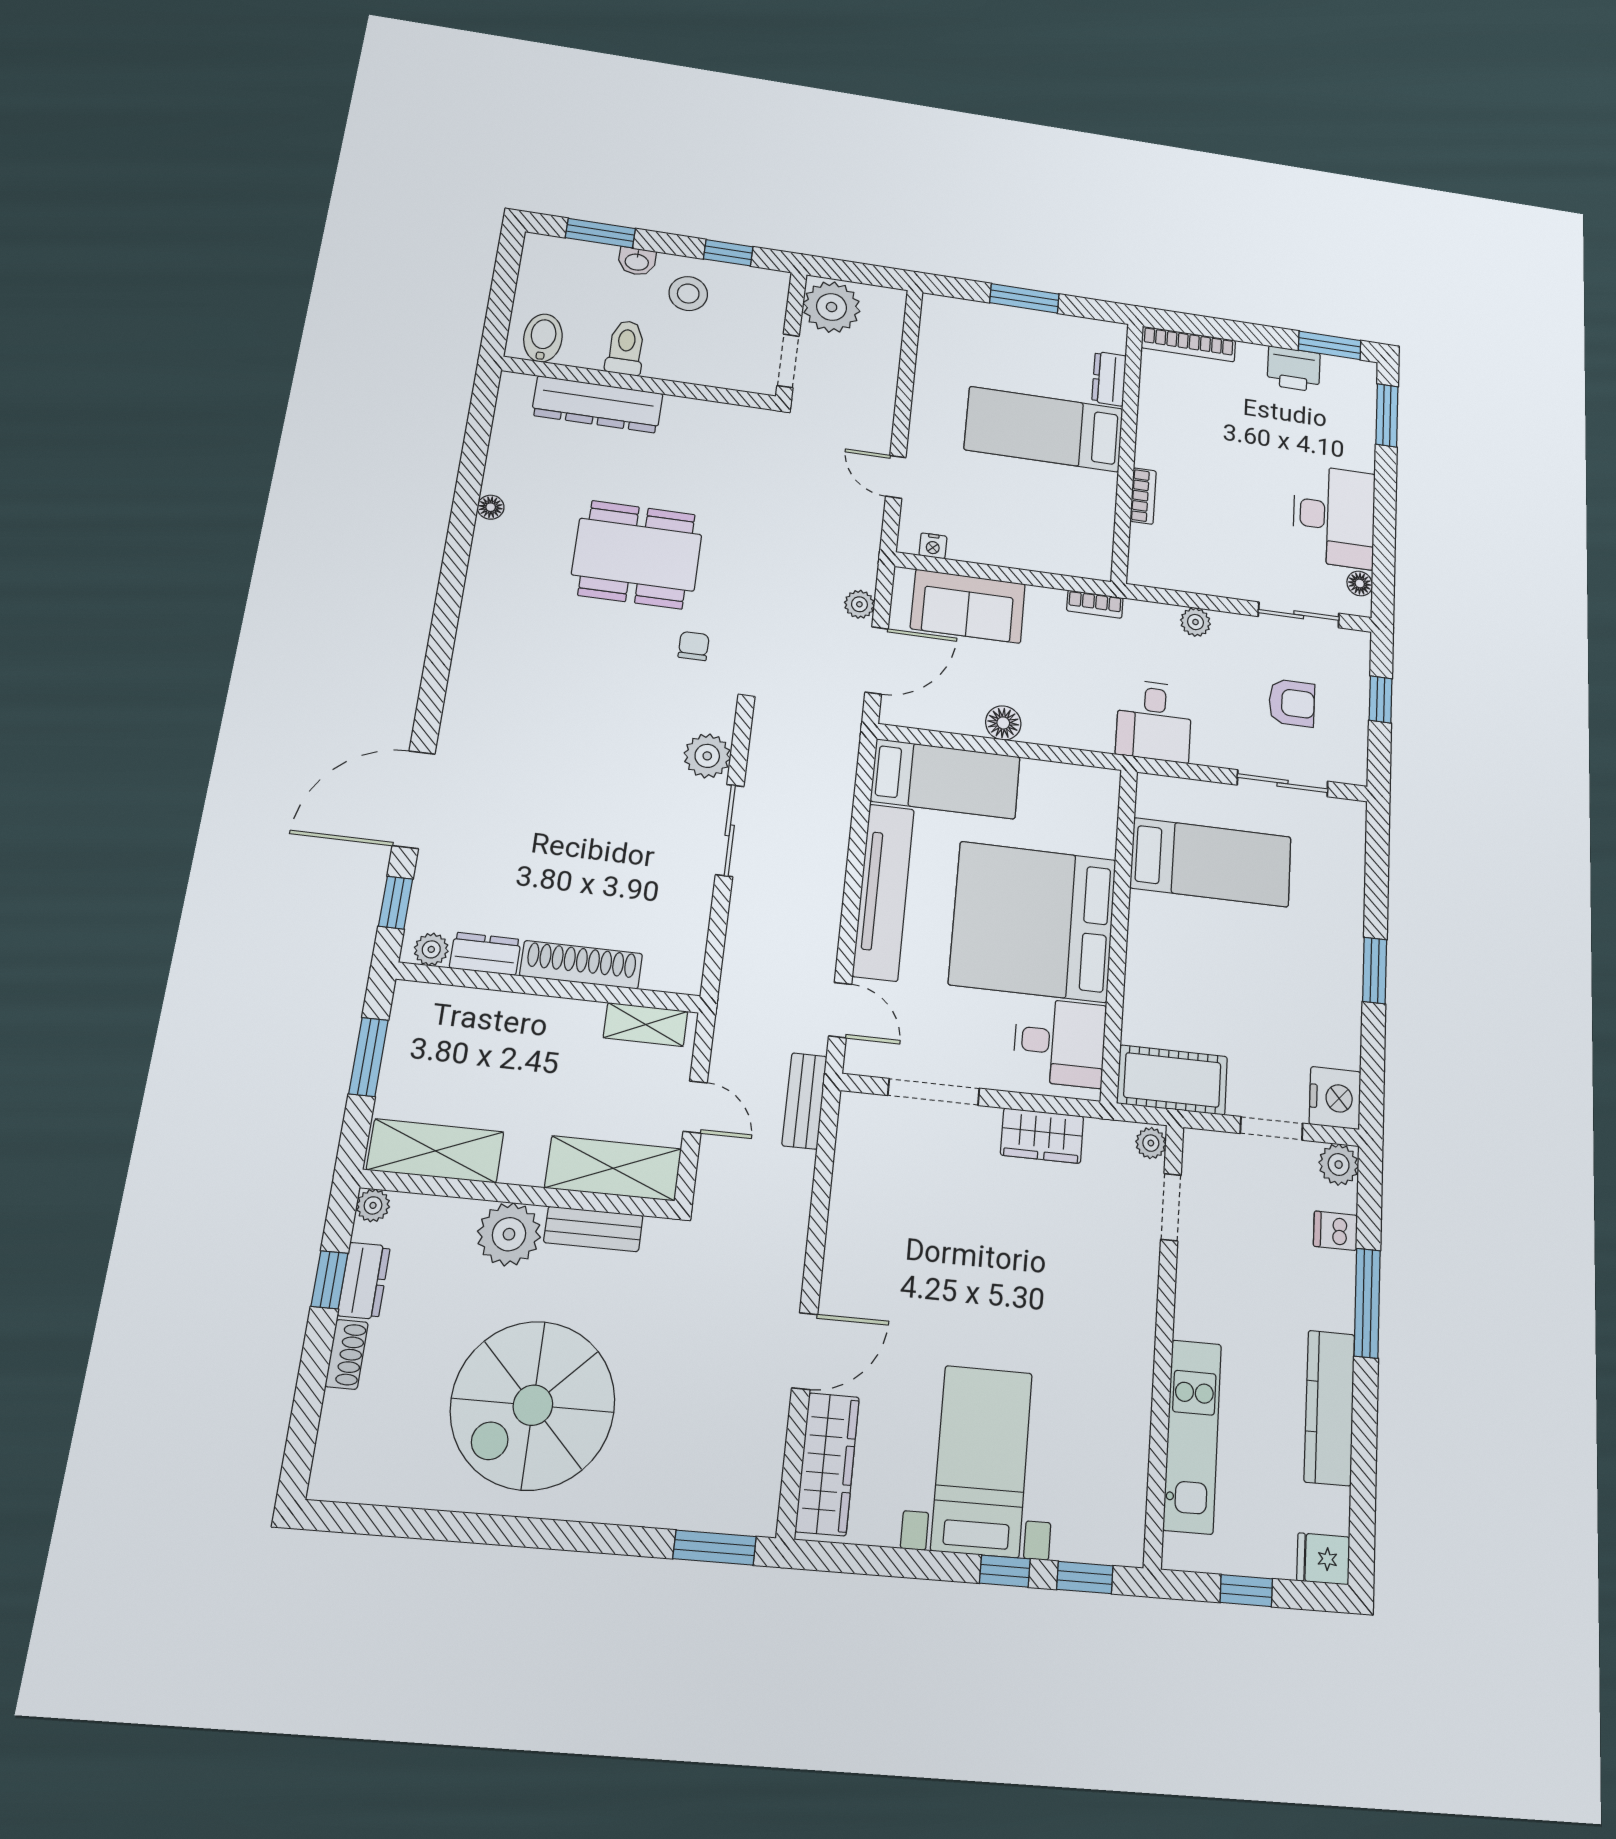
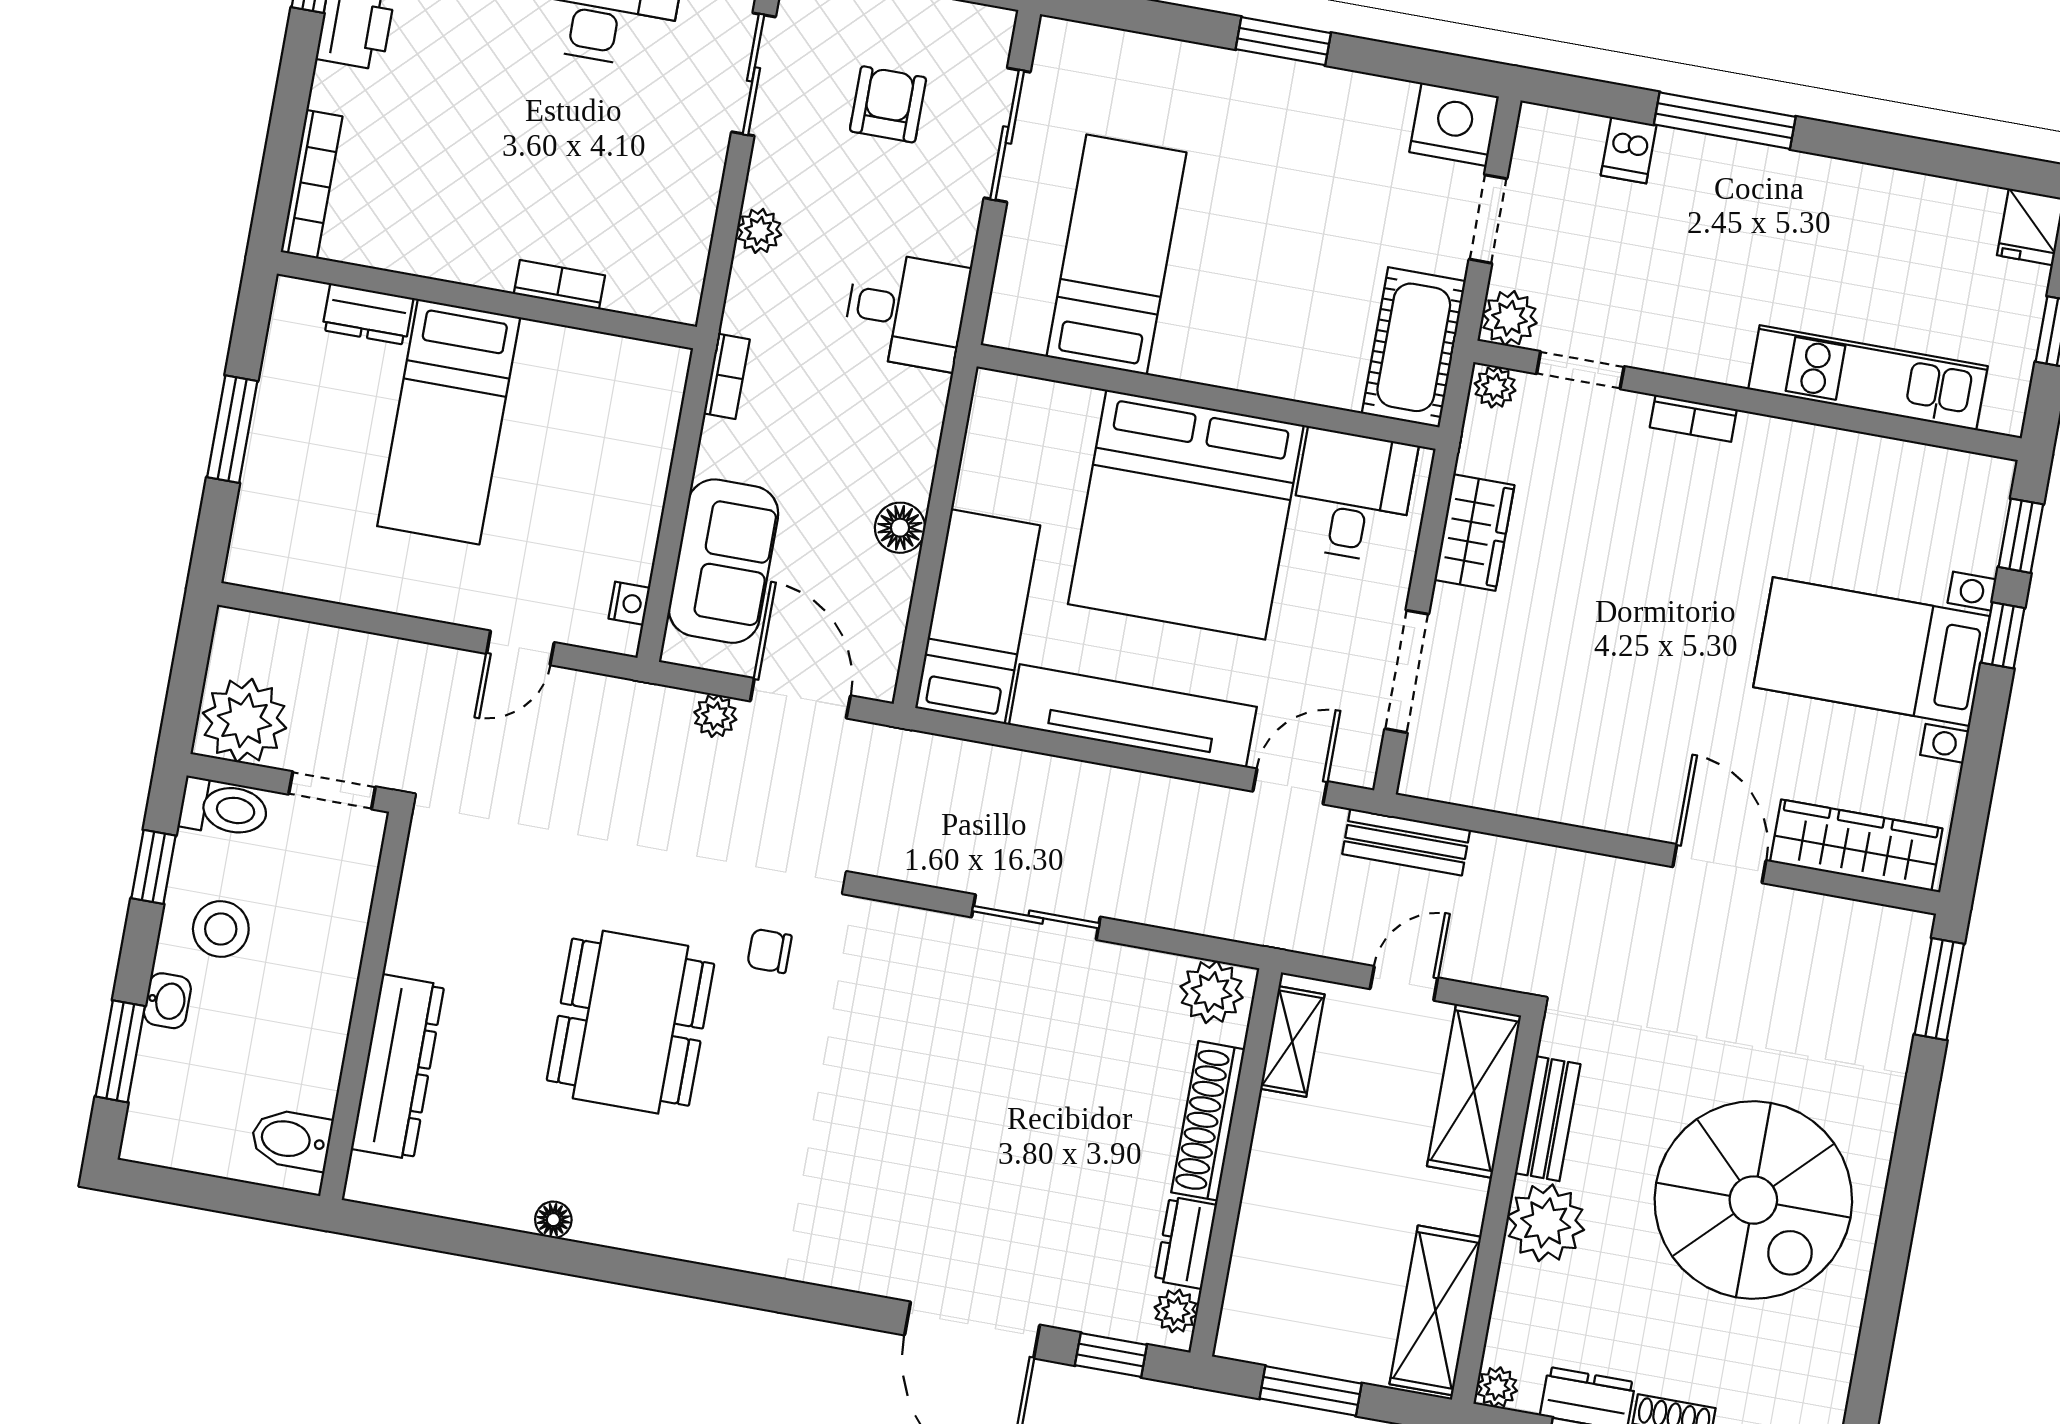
toilet: (626, 348) -> (224, 808), moved, turned 180
plant: (707, 756) -> (1212, 992), moved
plant: (1339, 1165) -> (1509, 318), moved
bookcase: (1145, 1298) -> (1693, 418), added
kitchen counter: (1329, 1408) -> (1850, 192), removed

